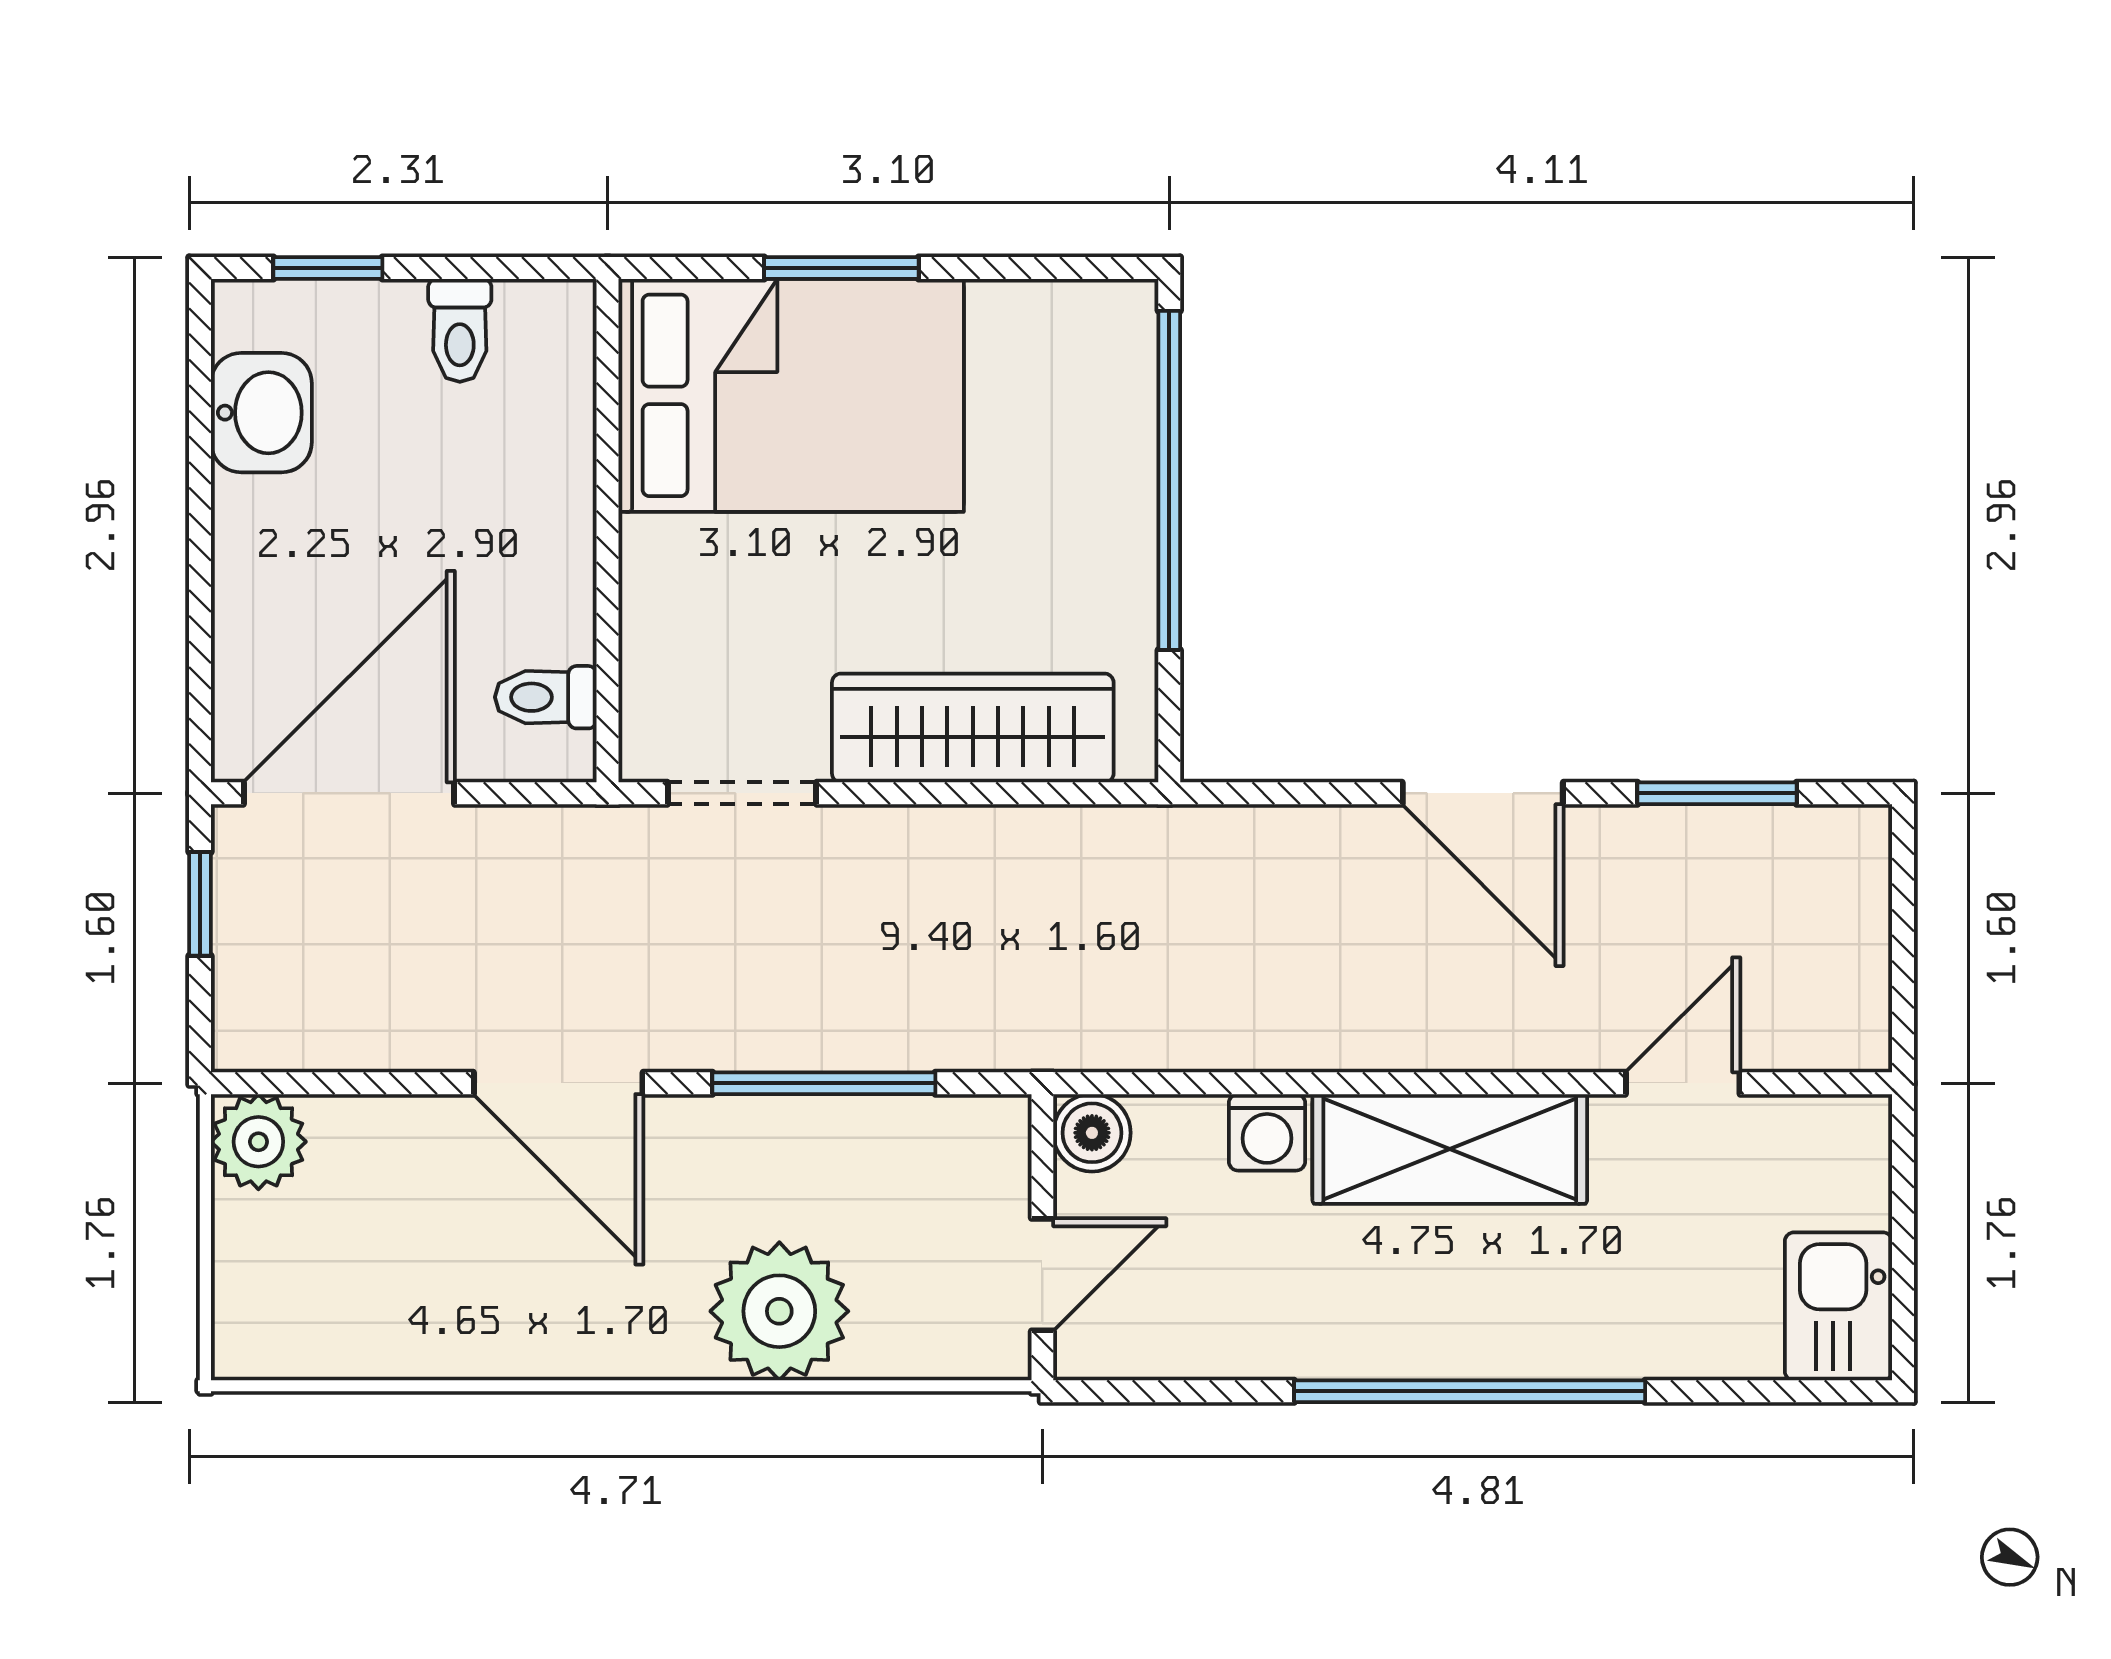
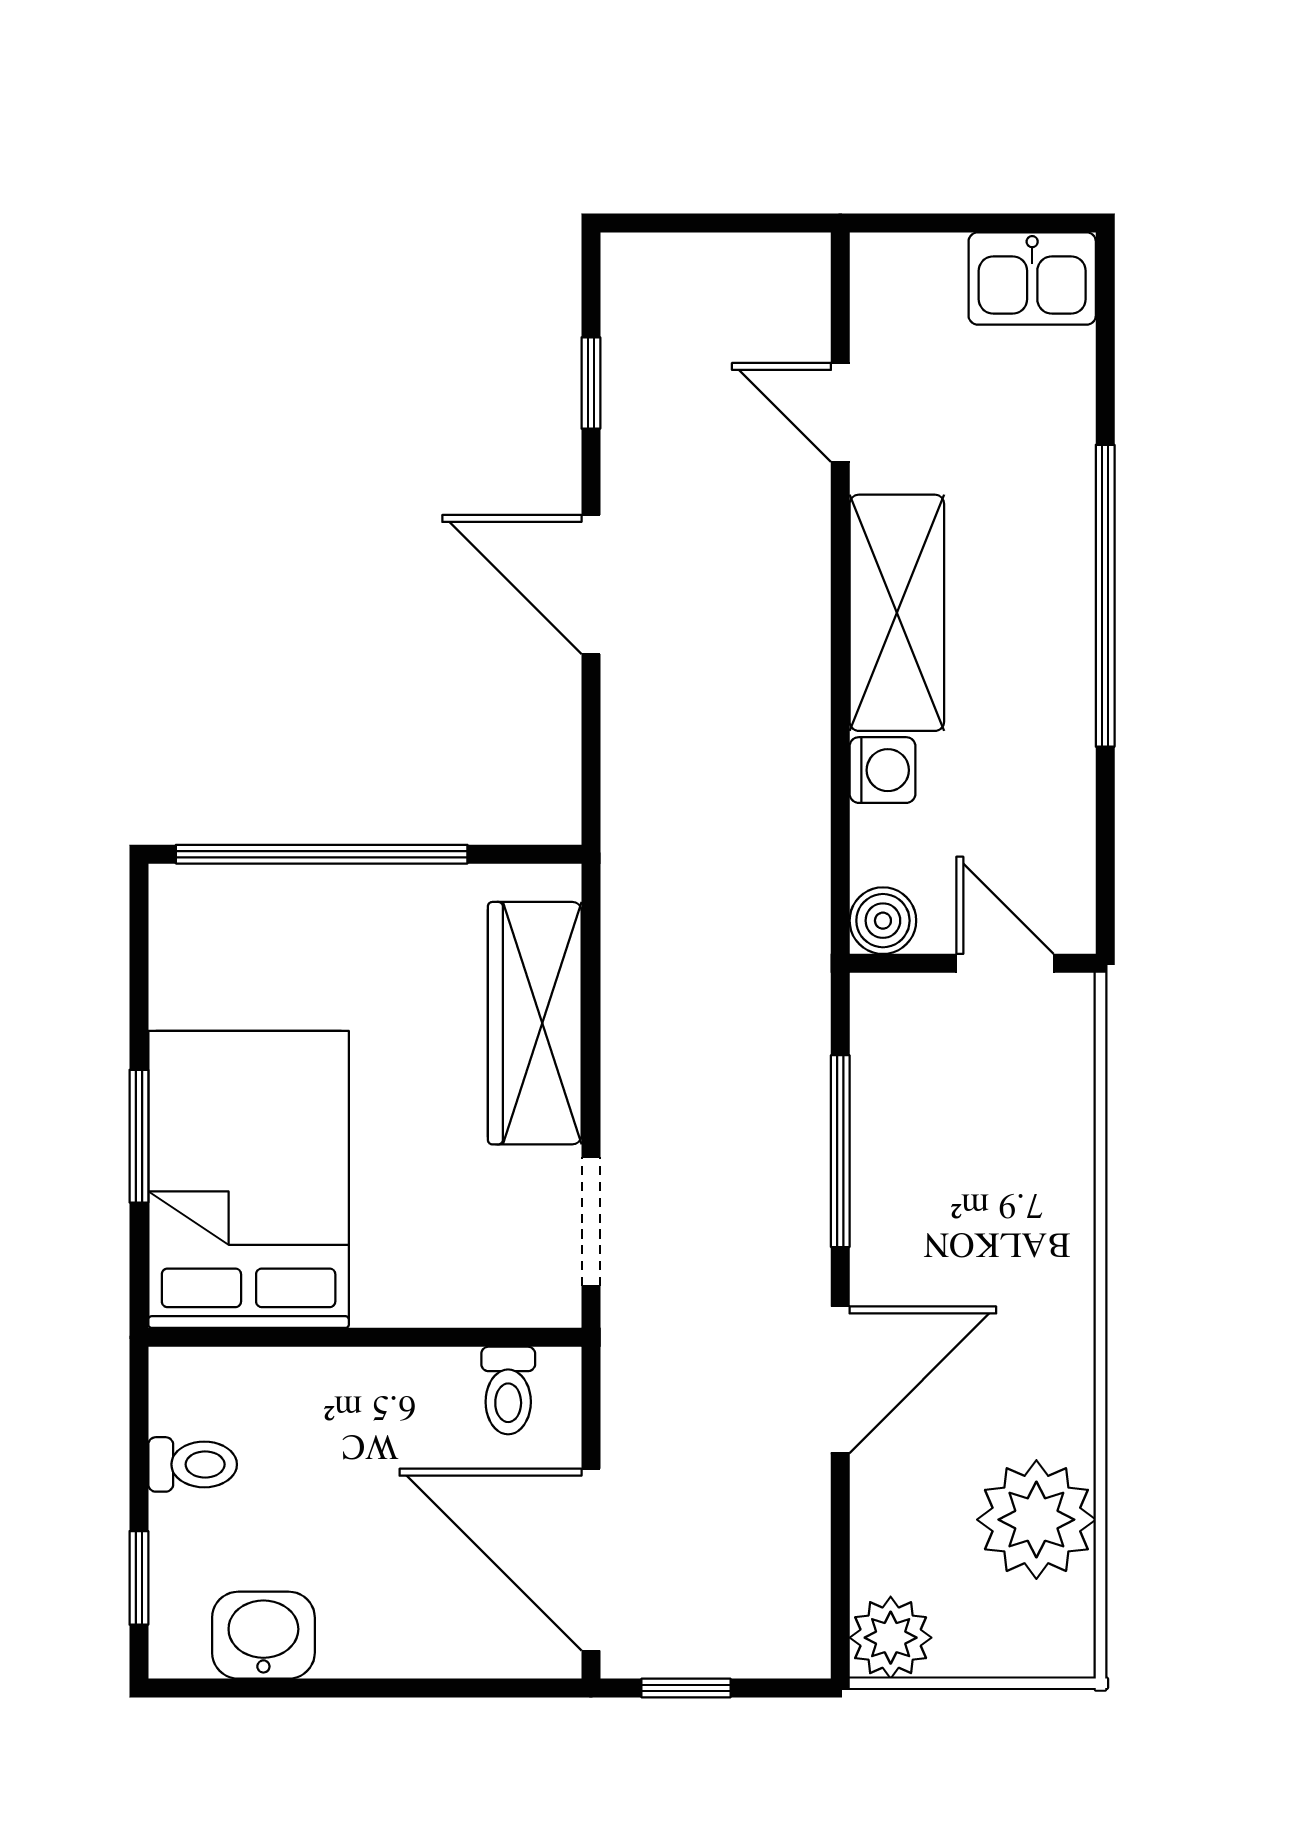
door: (1483, 793) -> (591, 585), swing flipped
window: (1717, 793) -> (591, 383), width x0.67
plant: (779, 1311) -> (1036, 1520), moved

